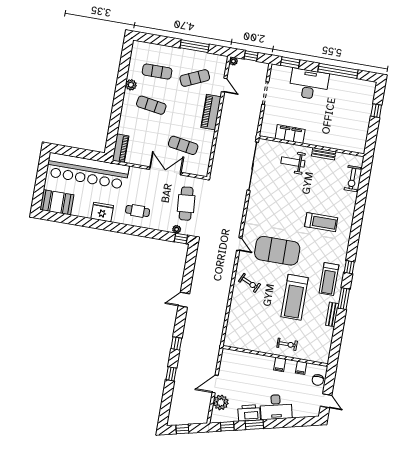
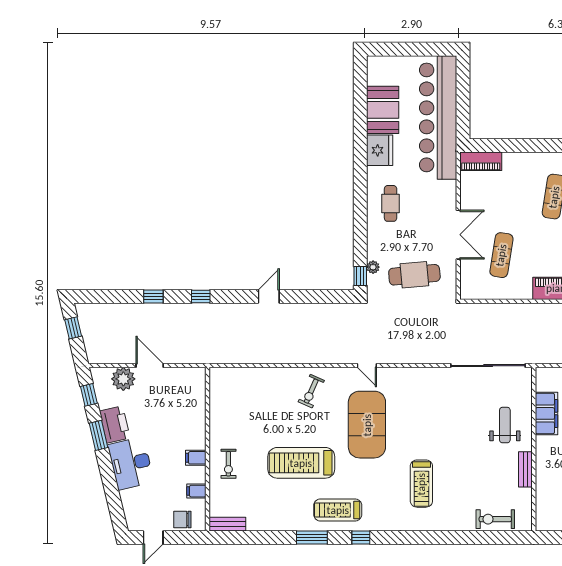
booth: (57, 202) -> (383, 110), moved
door: (239, 244) -> (367, 366), hinge flipped
door: (184, 300) -> (269, 296), hinge flipped
bench: (332, 314) -> (227, 524), moved

